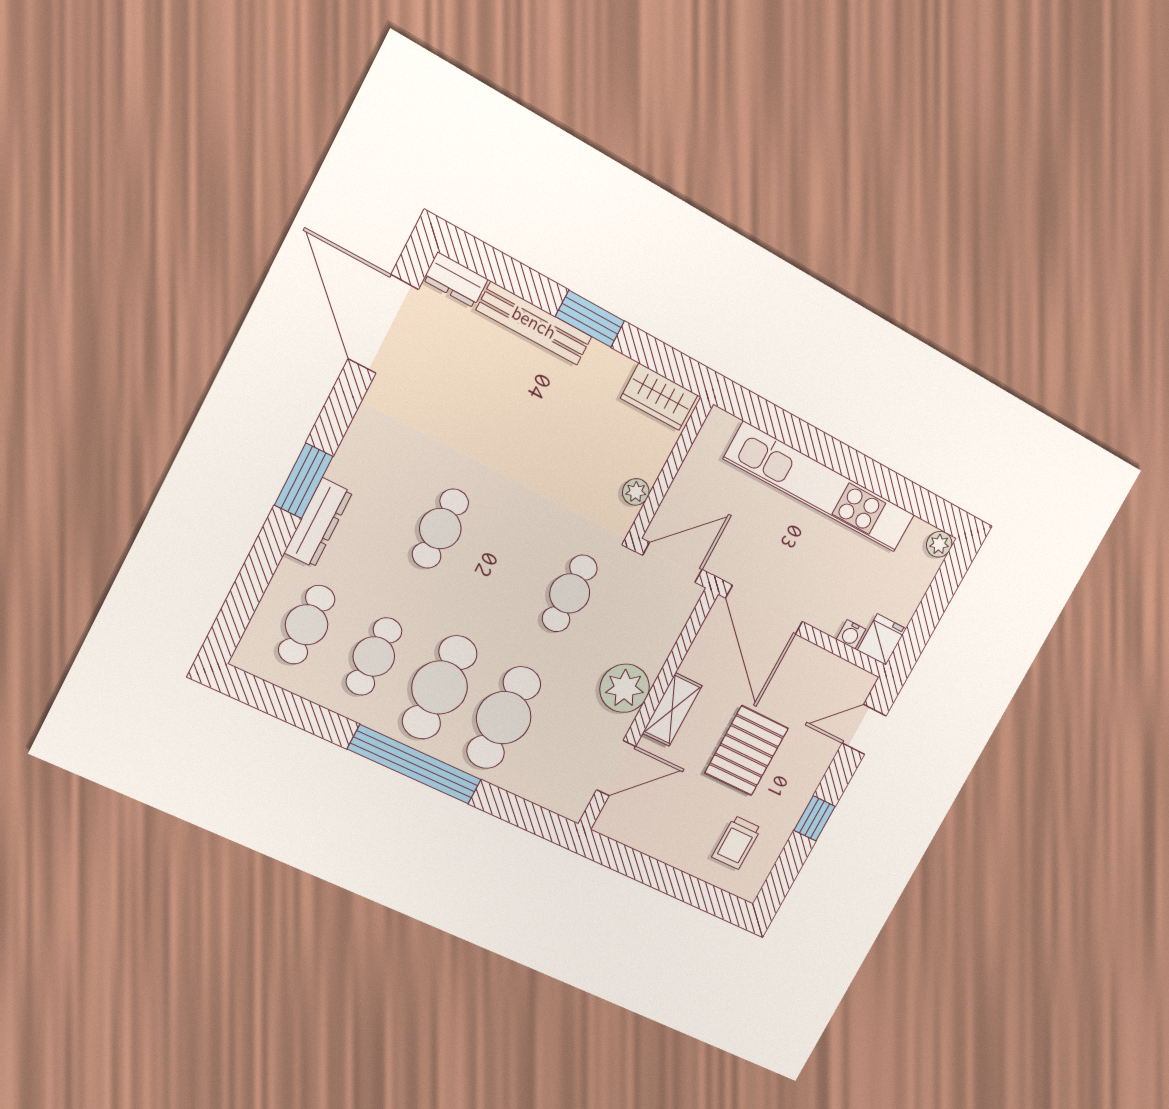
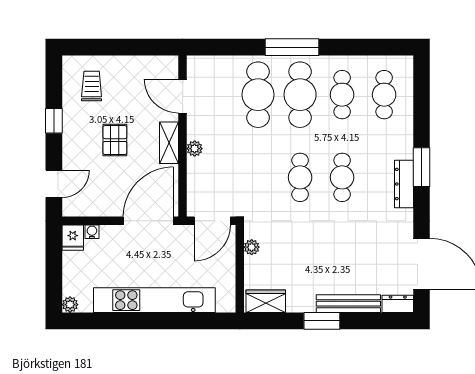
dresser: (318, 523) -> (404, 184), moved
cafe table: (570, 593) -> (300, 177), moved
door: (764, 610) -> (148, 221), hinge flipped
plant: (625, 688) -> (195, 149), width x0.53, depth x0.53
pallet: (747, 751) -> (115, 140), width x0.67, depth x0.71
window: (415, 764) -> (292, 47), width x0.68
door: (616, 768) -> (183, 96), hinge flipped

